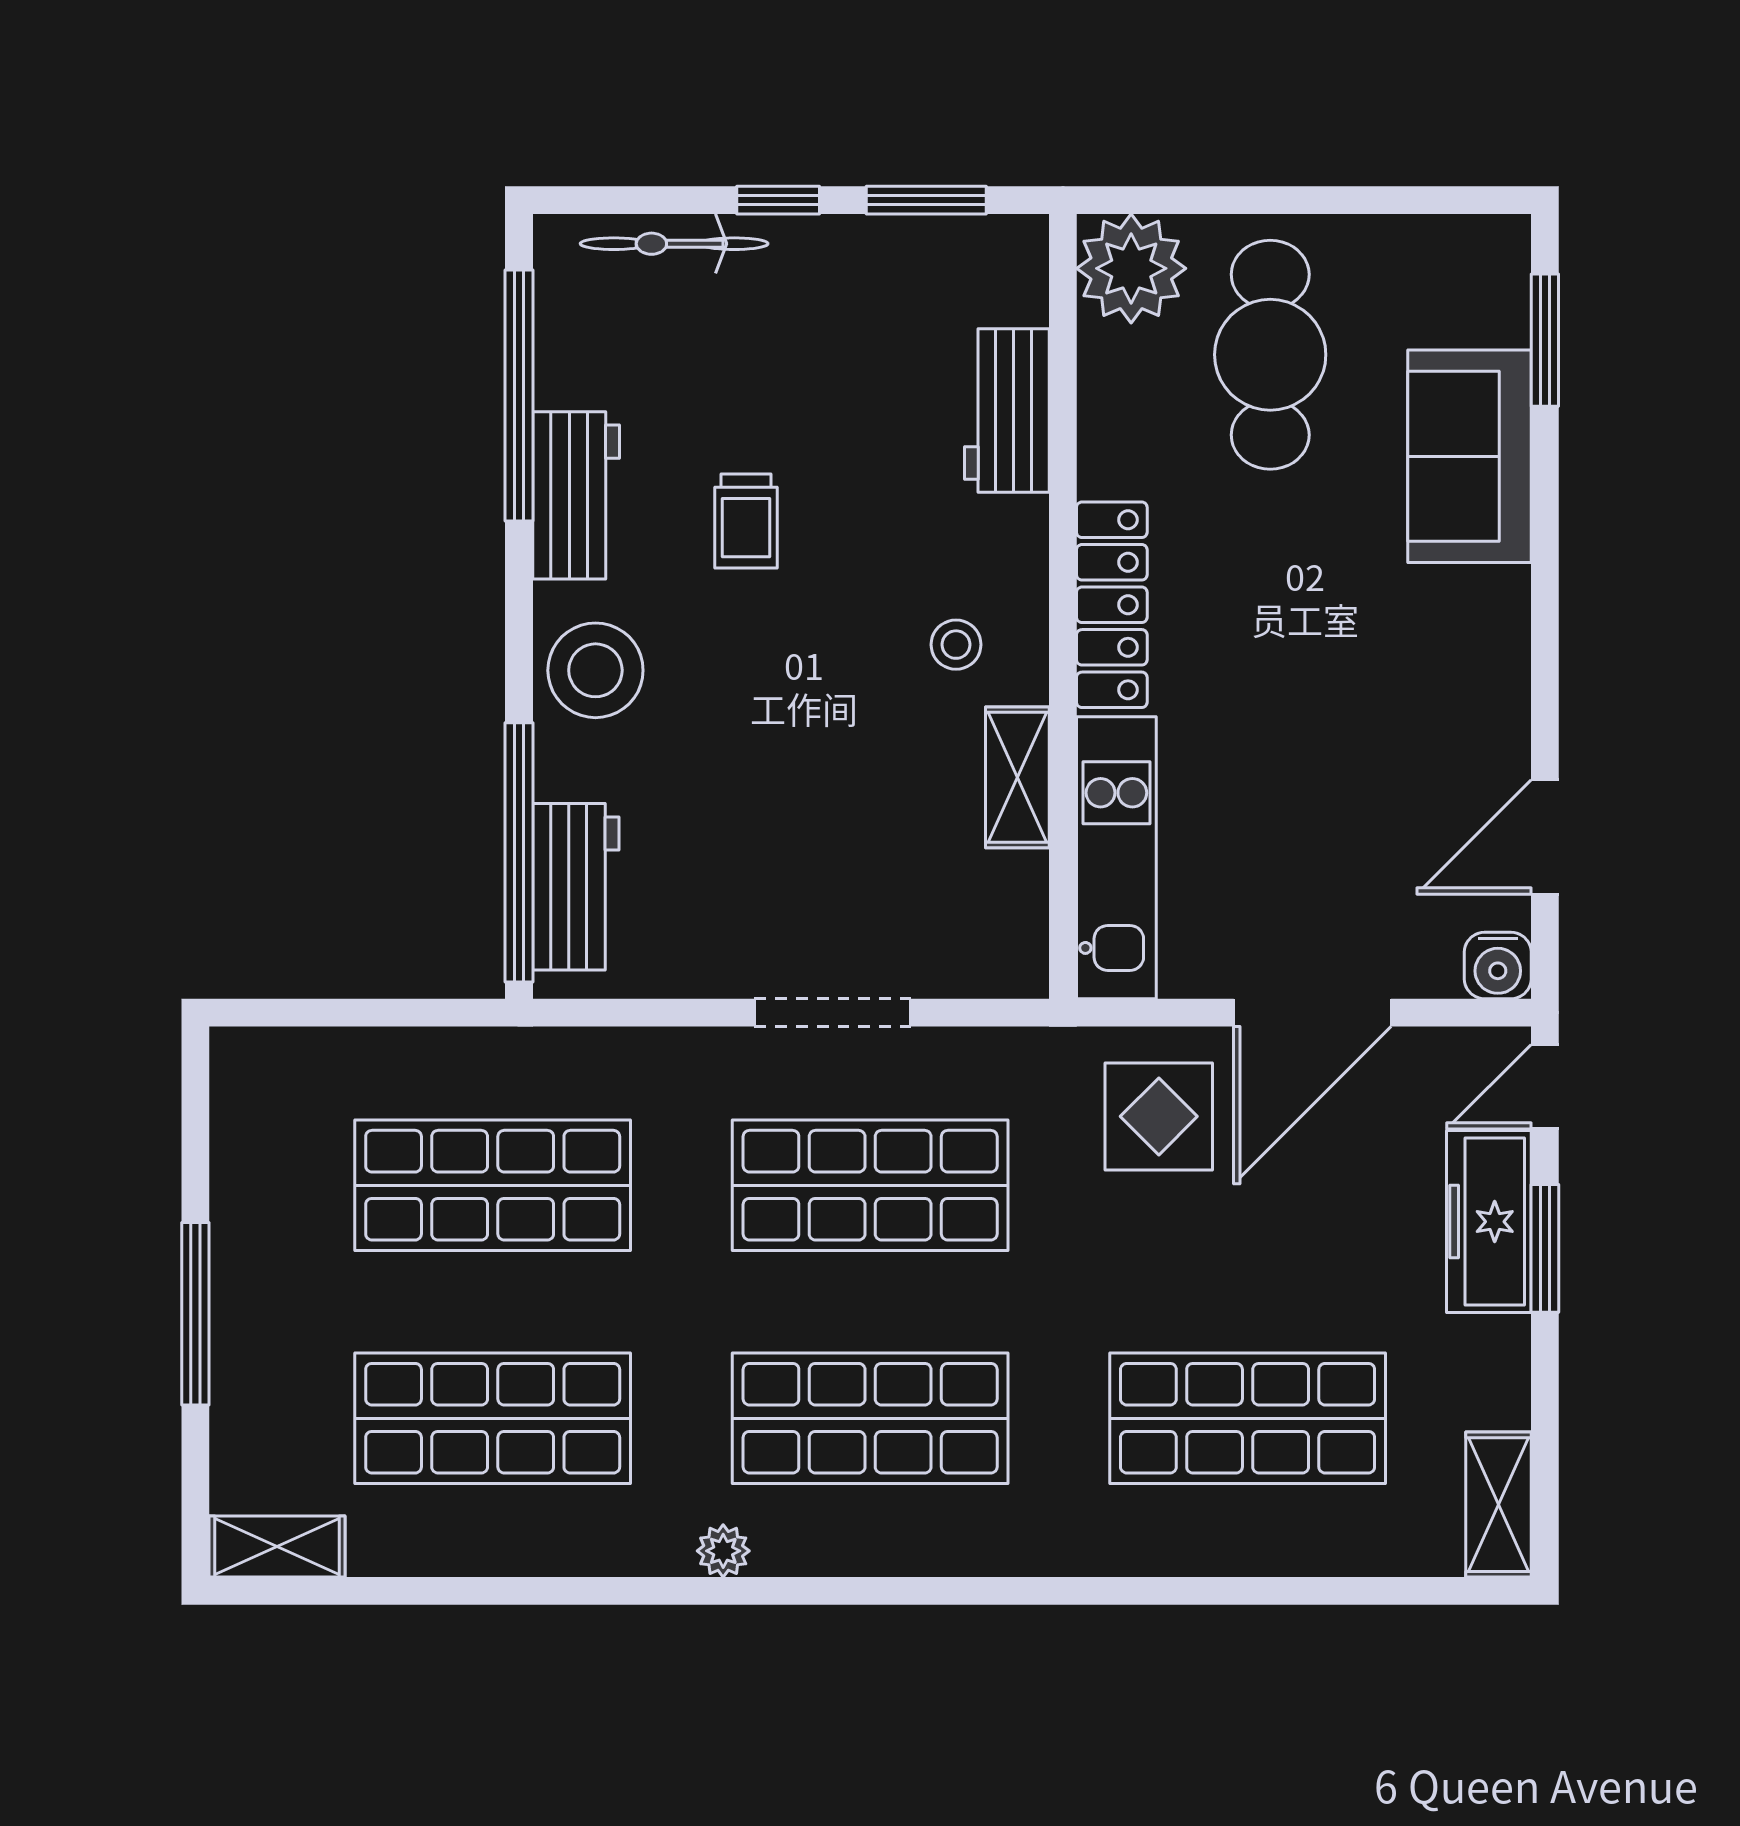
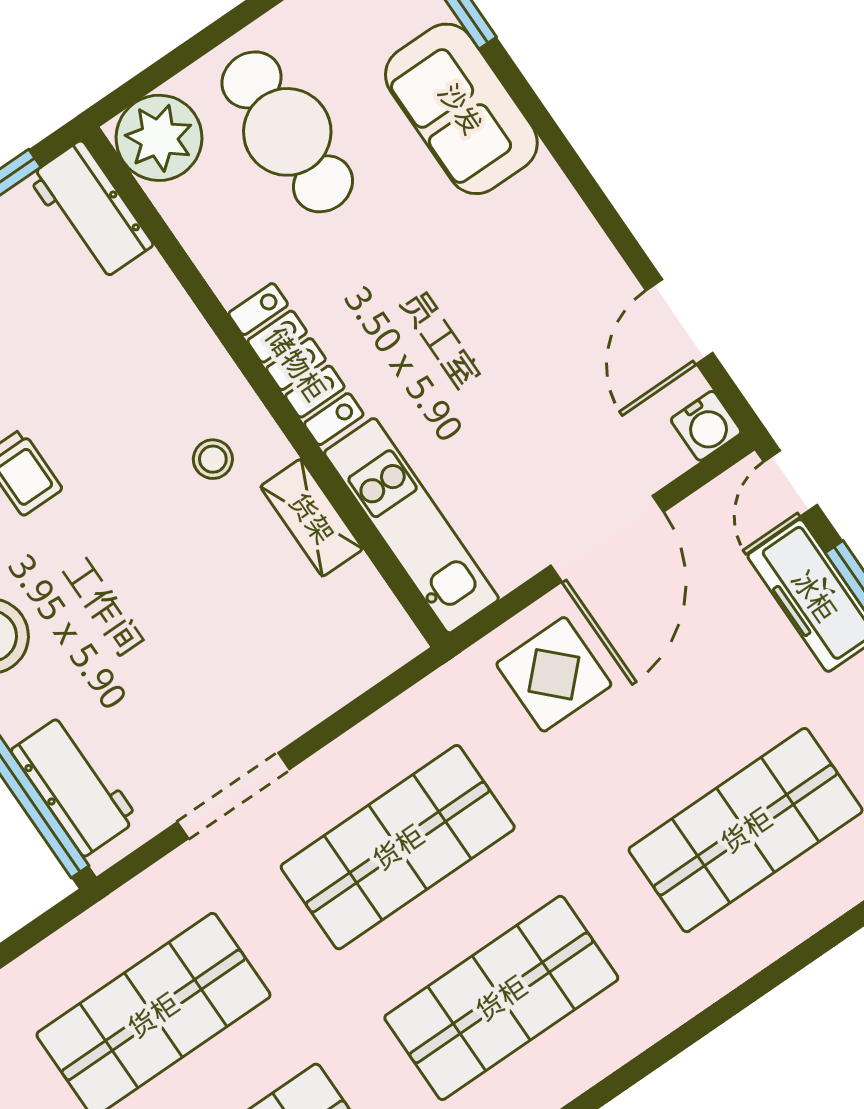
workbench: (1007, 411) -> (91, 211), moved
doorway: (833, 1013) -> (233, 796), moved

